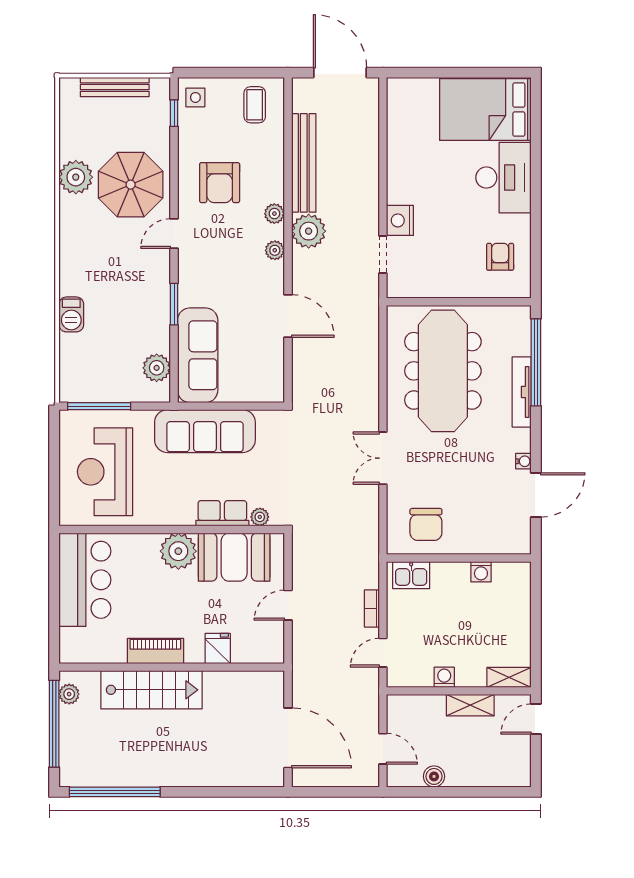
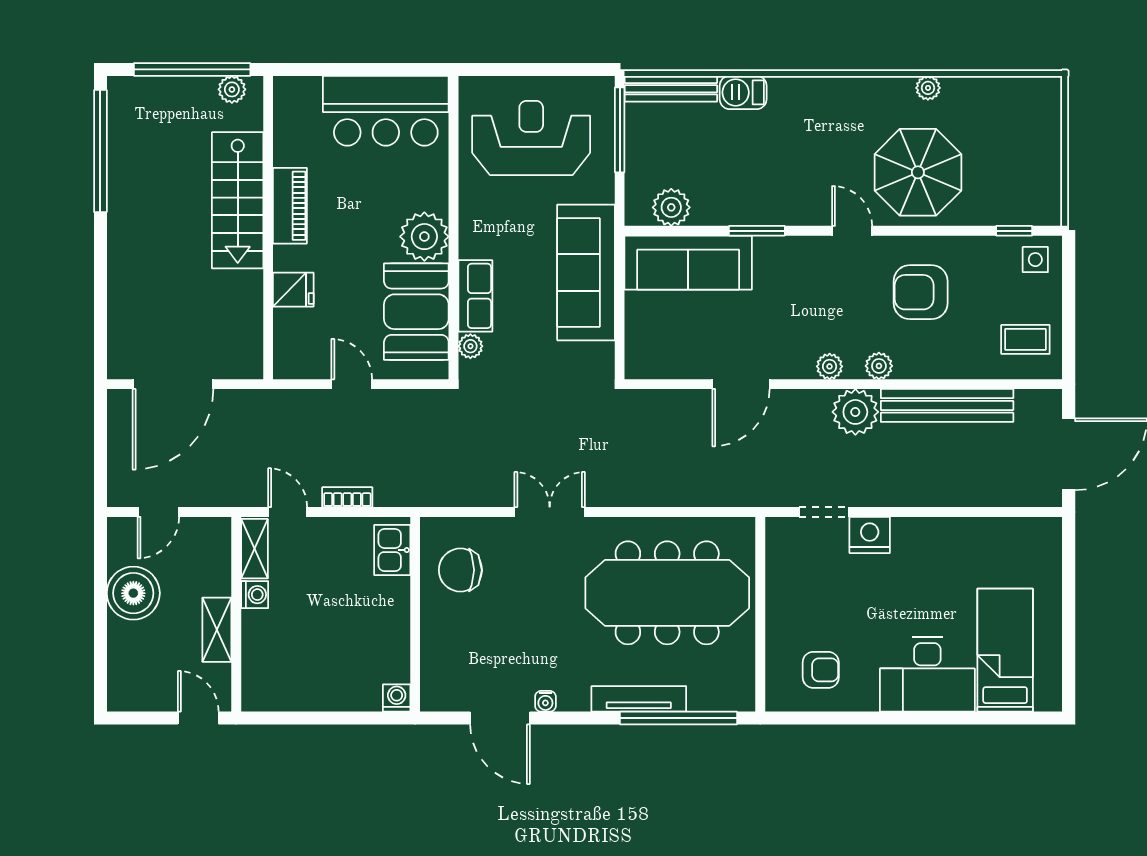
bench: (115, 87) -> (671, 89), moved, turned 90
bed: (485, 110) -> (1005, 650), width x0.67
plant: (76, 177) -> (928, 88), width x0.53, depth x0.53
washing machine: (481, 572) -> (397, 698), moved, turned 90
shelving: (509, 677) -> (254, 549), moved
boiler: (434, 776) -> (133, 593), width x1.86, depth x1.86

